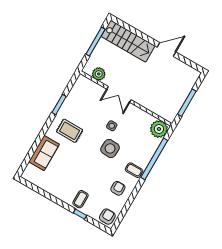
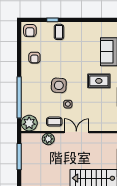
plant: (99, 74) -> (48, 139), moved
coffee table: (134, 170) -> (54, 122), moved

